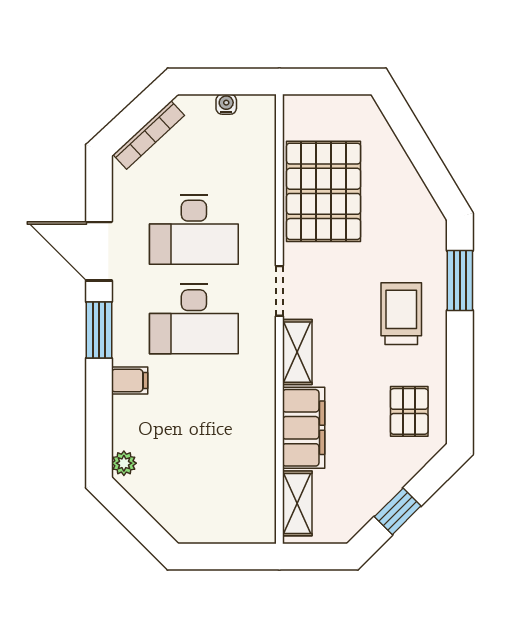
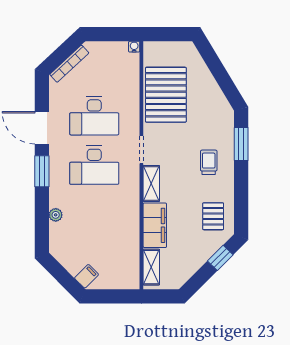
water cooler: (226, 104) -> (134, 47), moved
trolley: (401, 314) -> (209, 162), width x0.73, depth x0.72
filing cabinet: (130, 381) -> (87, 276), moved, turned -45
plant: (124, 463) -> (56, 215), moved
window: (398, 511) -> (220, 258), moved

